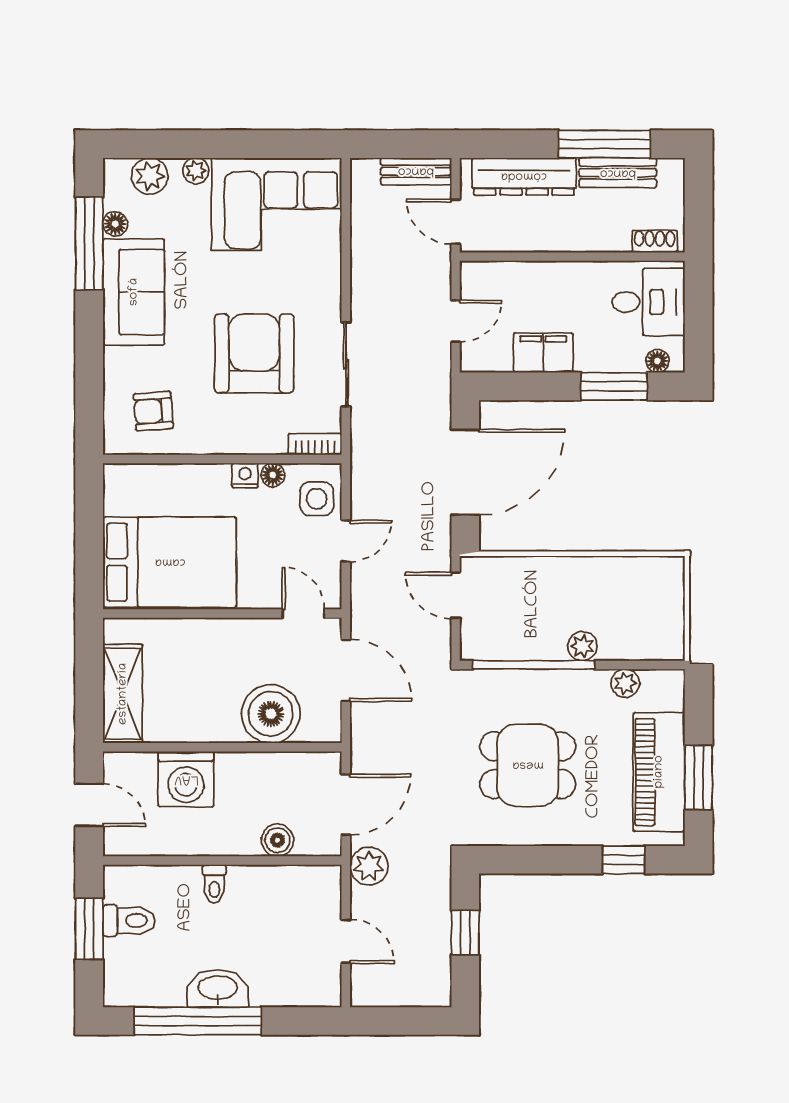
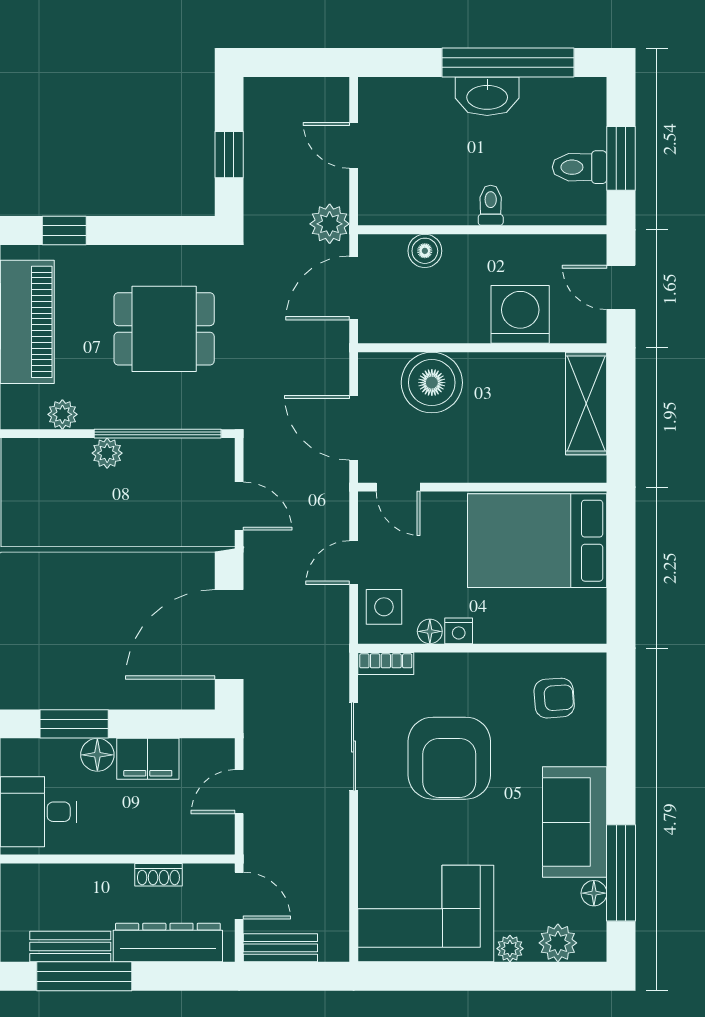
shoe rack: (655, 242) -> (158, 875), moved
floor lamp: (657, 361) -> (97, 755), moved, width x1.37, depth x1.37

